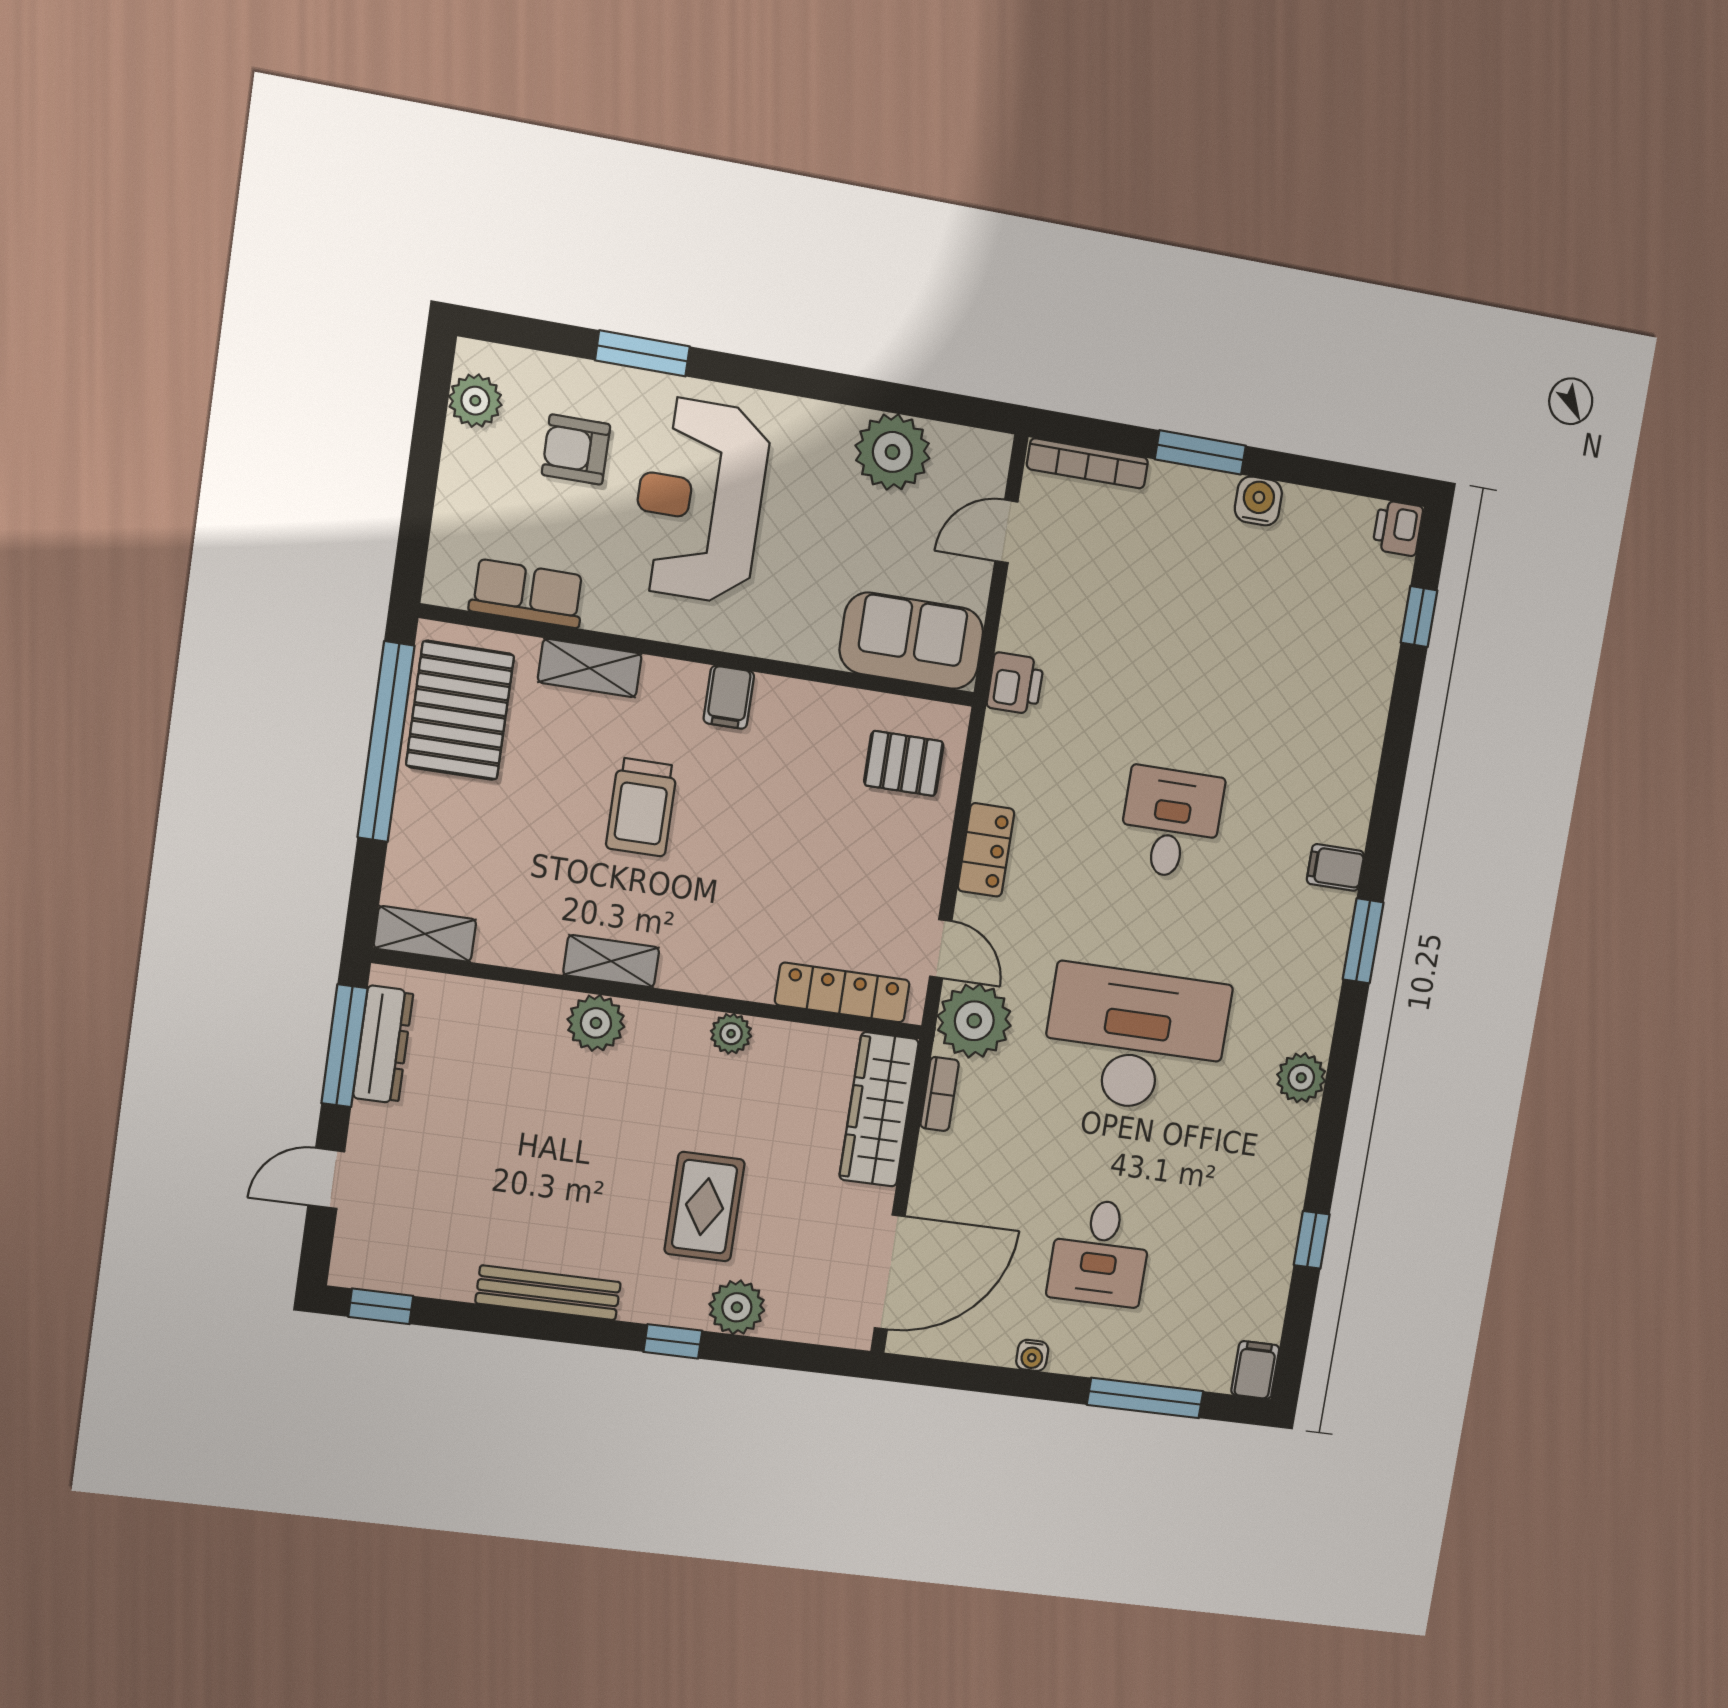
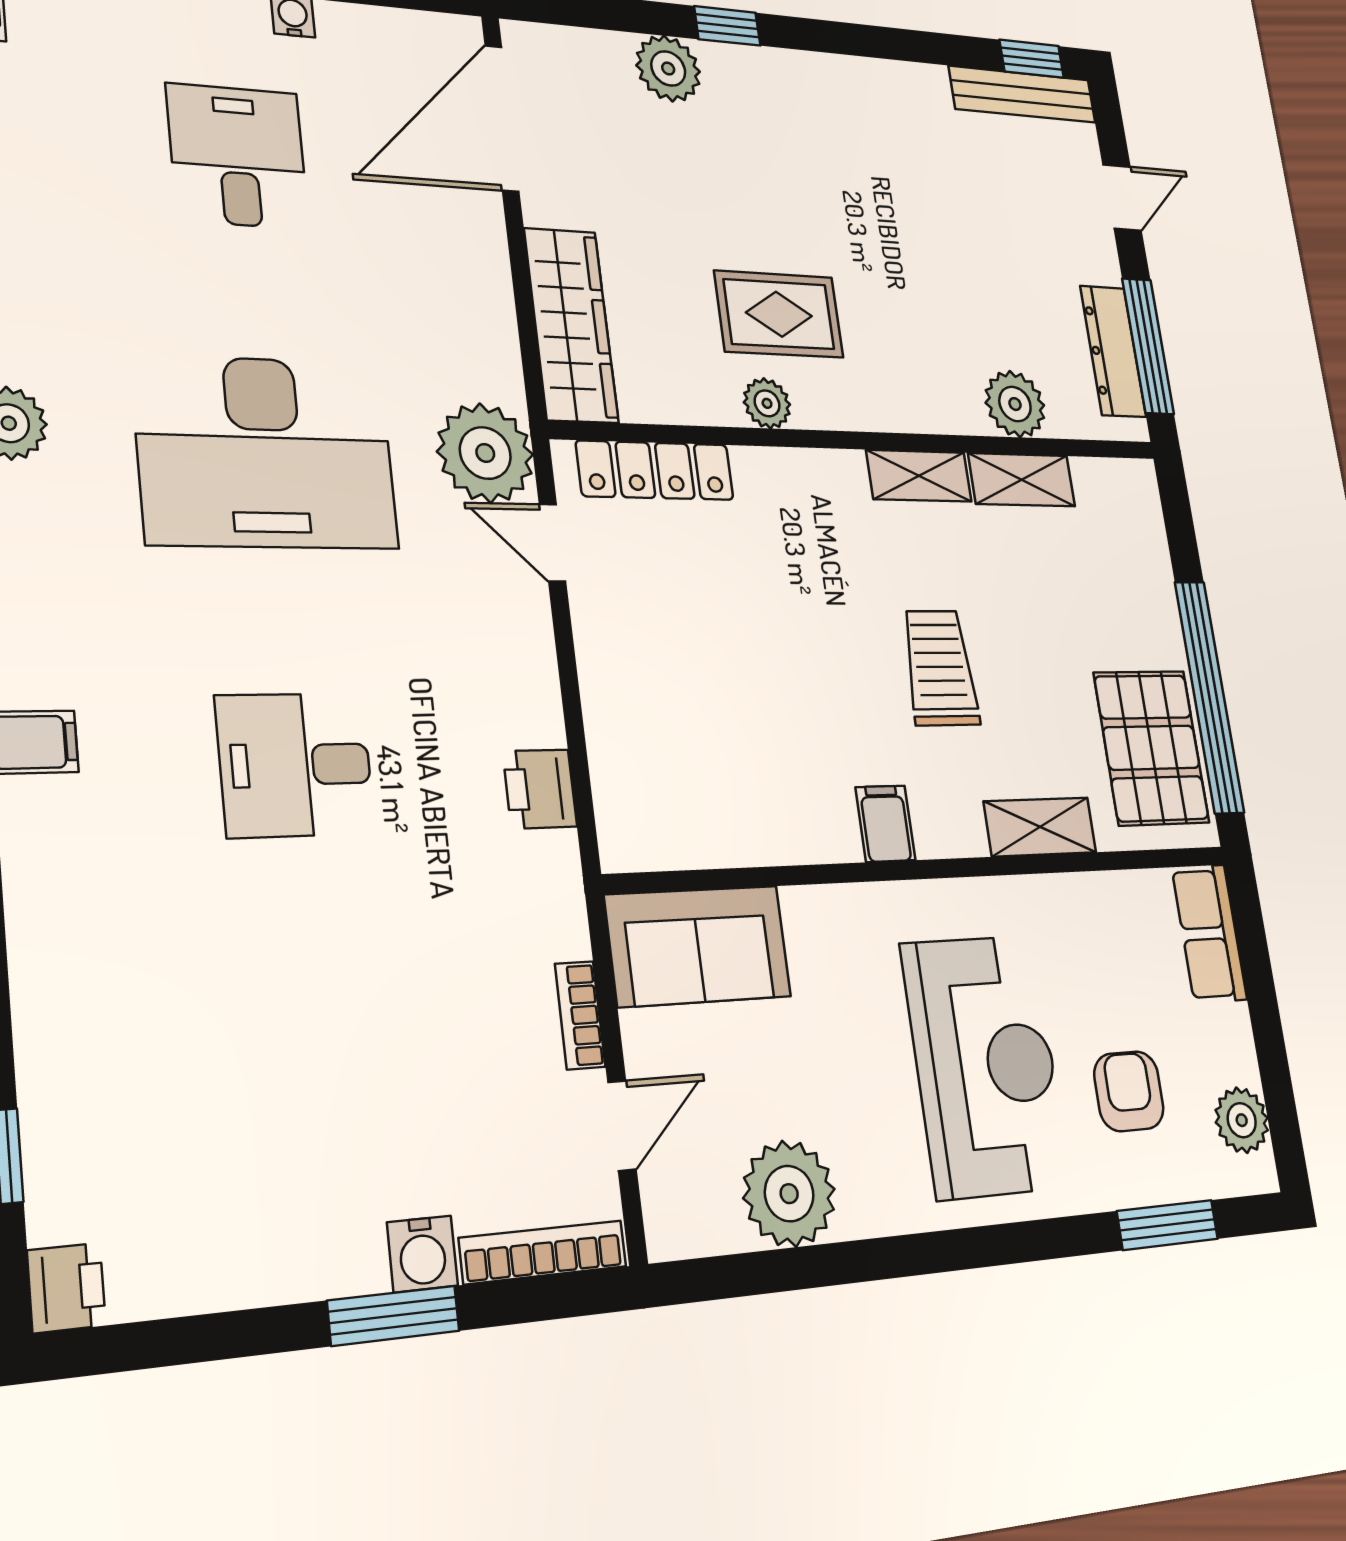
window: (642, 353) -> (1167, 1225), moved
armchair: (576, 450) -> (1129, 1091), turned -90
water cooler: (1258, 501) -> (422, 1254), moved
row of seats: (527, 593) -> (1209, 933), moved, turned 90
printer: (1015, 683) -> (540, 789), moved
pallet: (904, 763) -> (663, 780), removed
desk: (1171, 823) -> (295, 765), turned 90
locker: (986, 850) -> (531, 684), removed
shelving: (425, 934) -> (1022, 480), moved
plant: (596, 1023) -> (1015, 404), moved
bookcase: (940, 1094) -> (580, 1015), moved
rug: (705, 1207) -> (779, 314), moved, turned 90
bench: (548, 1293) -> (1023, 94), moved

